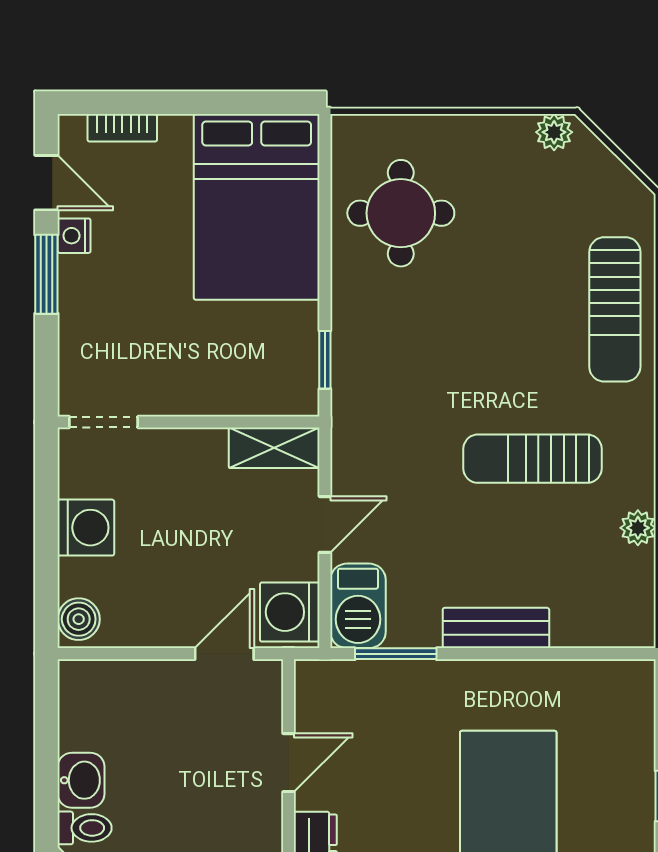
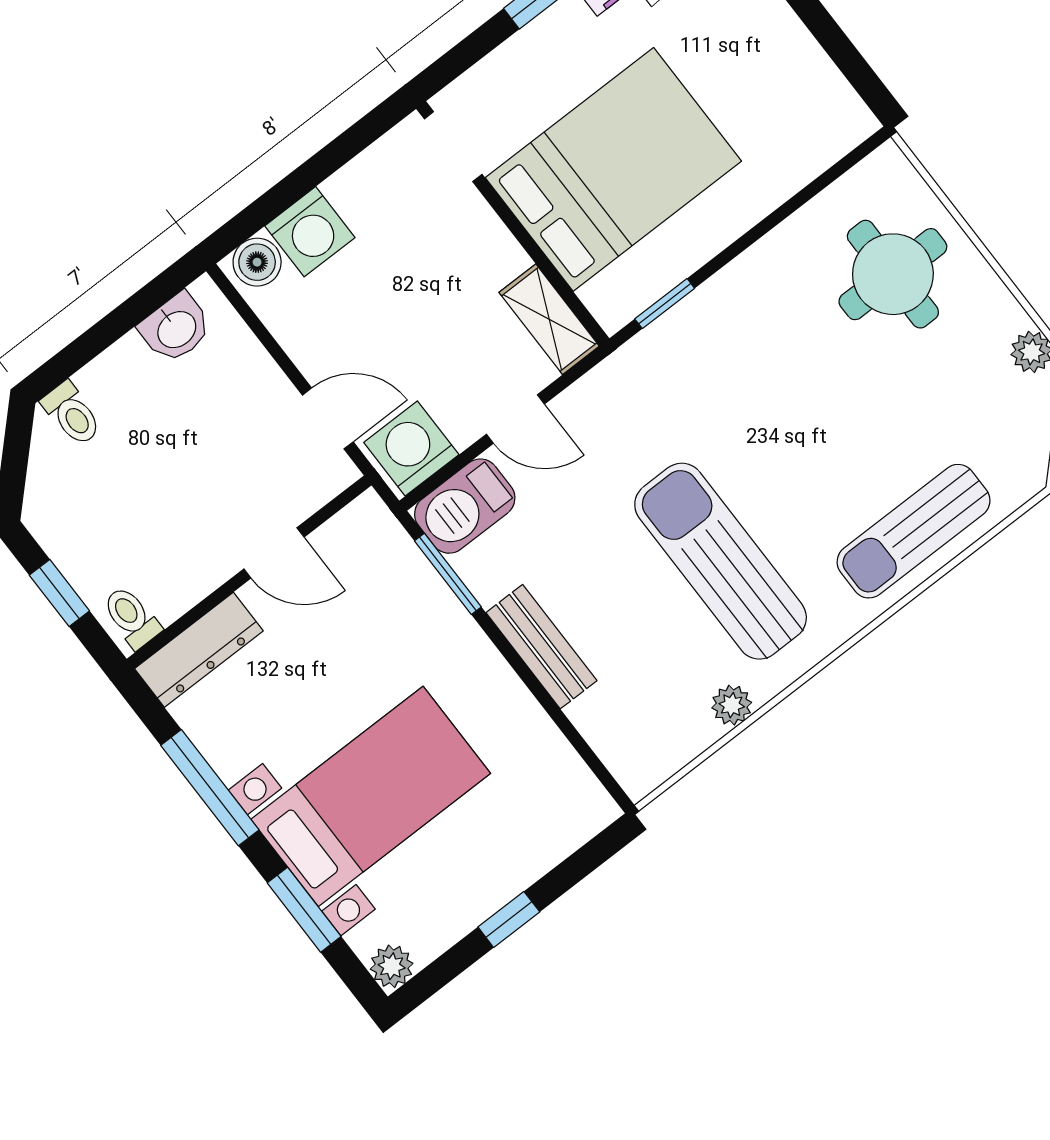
bed: (257, 207) -> (613, 169), moved, turned 180
round table: (401, 213) -> (893, 274), moved
sun lounger: (533, 459) -> (721, 561), width x1.36, depth x1.34
washing machine: (86, 528) -> (310, 232), moved
washbasin: (81, 780) -> (176, 328), moved

